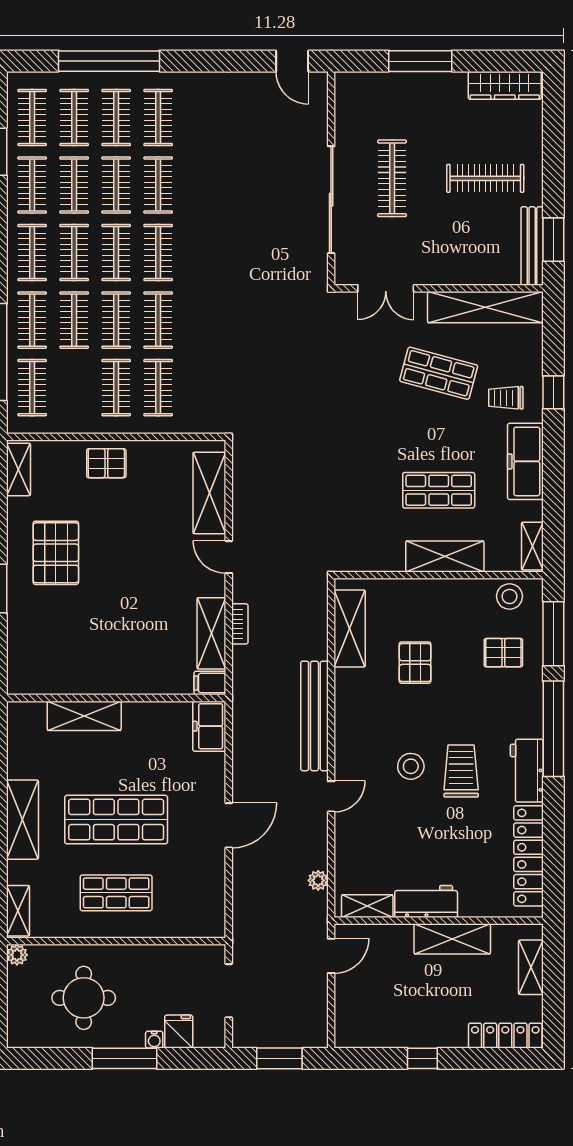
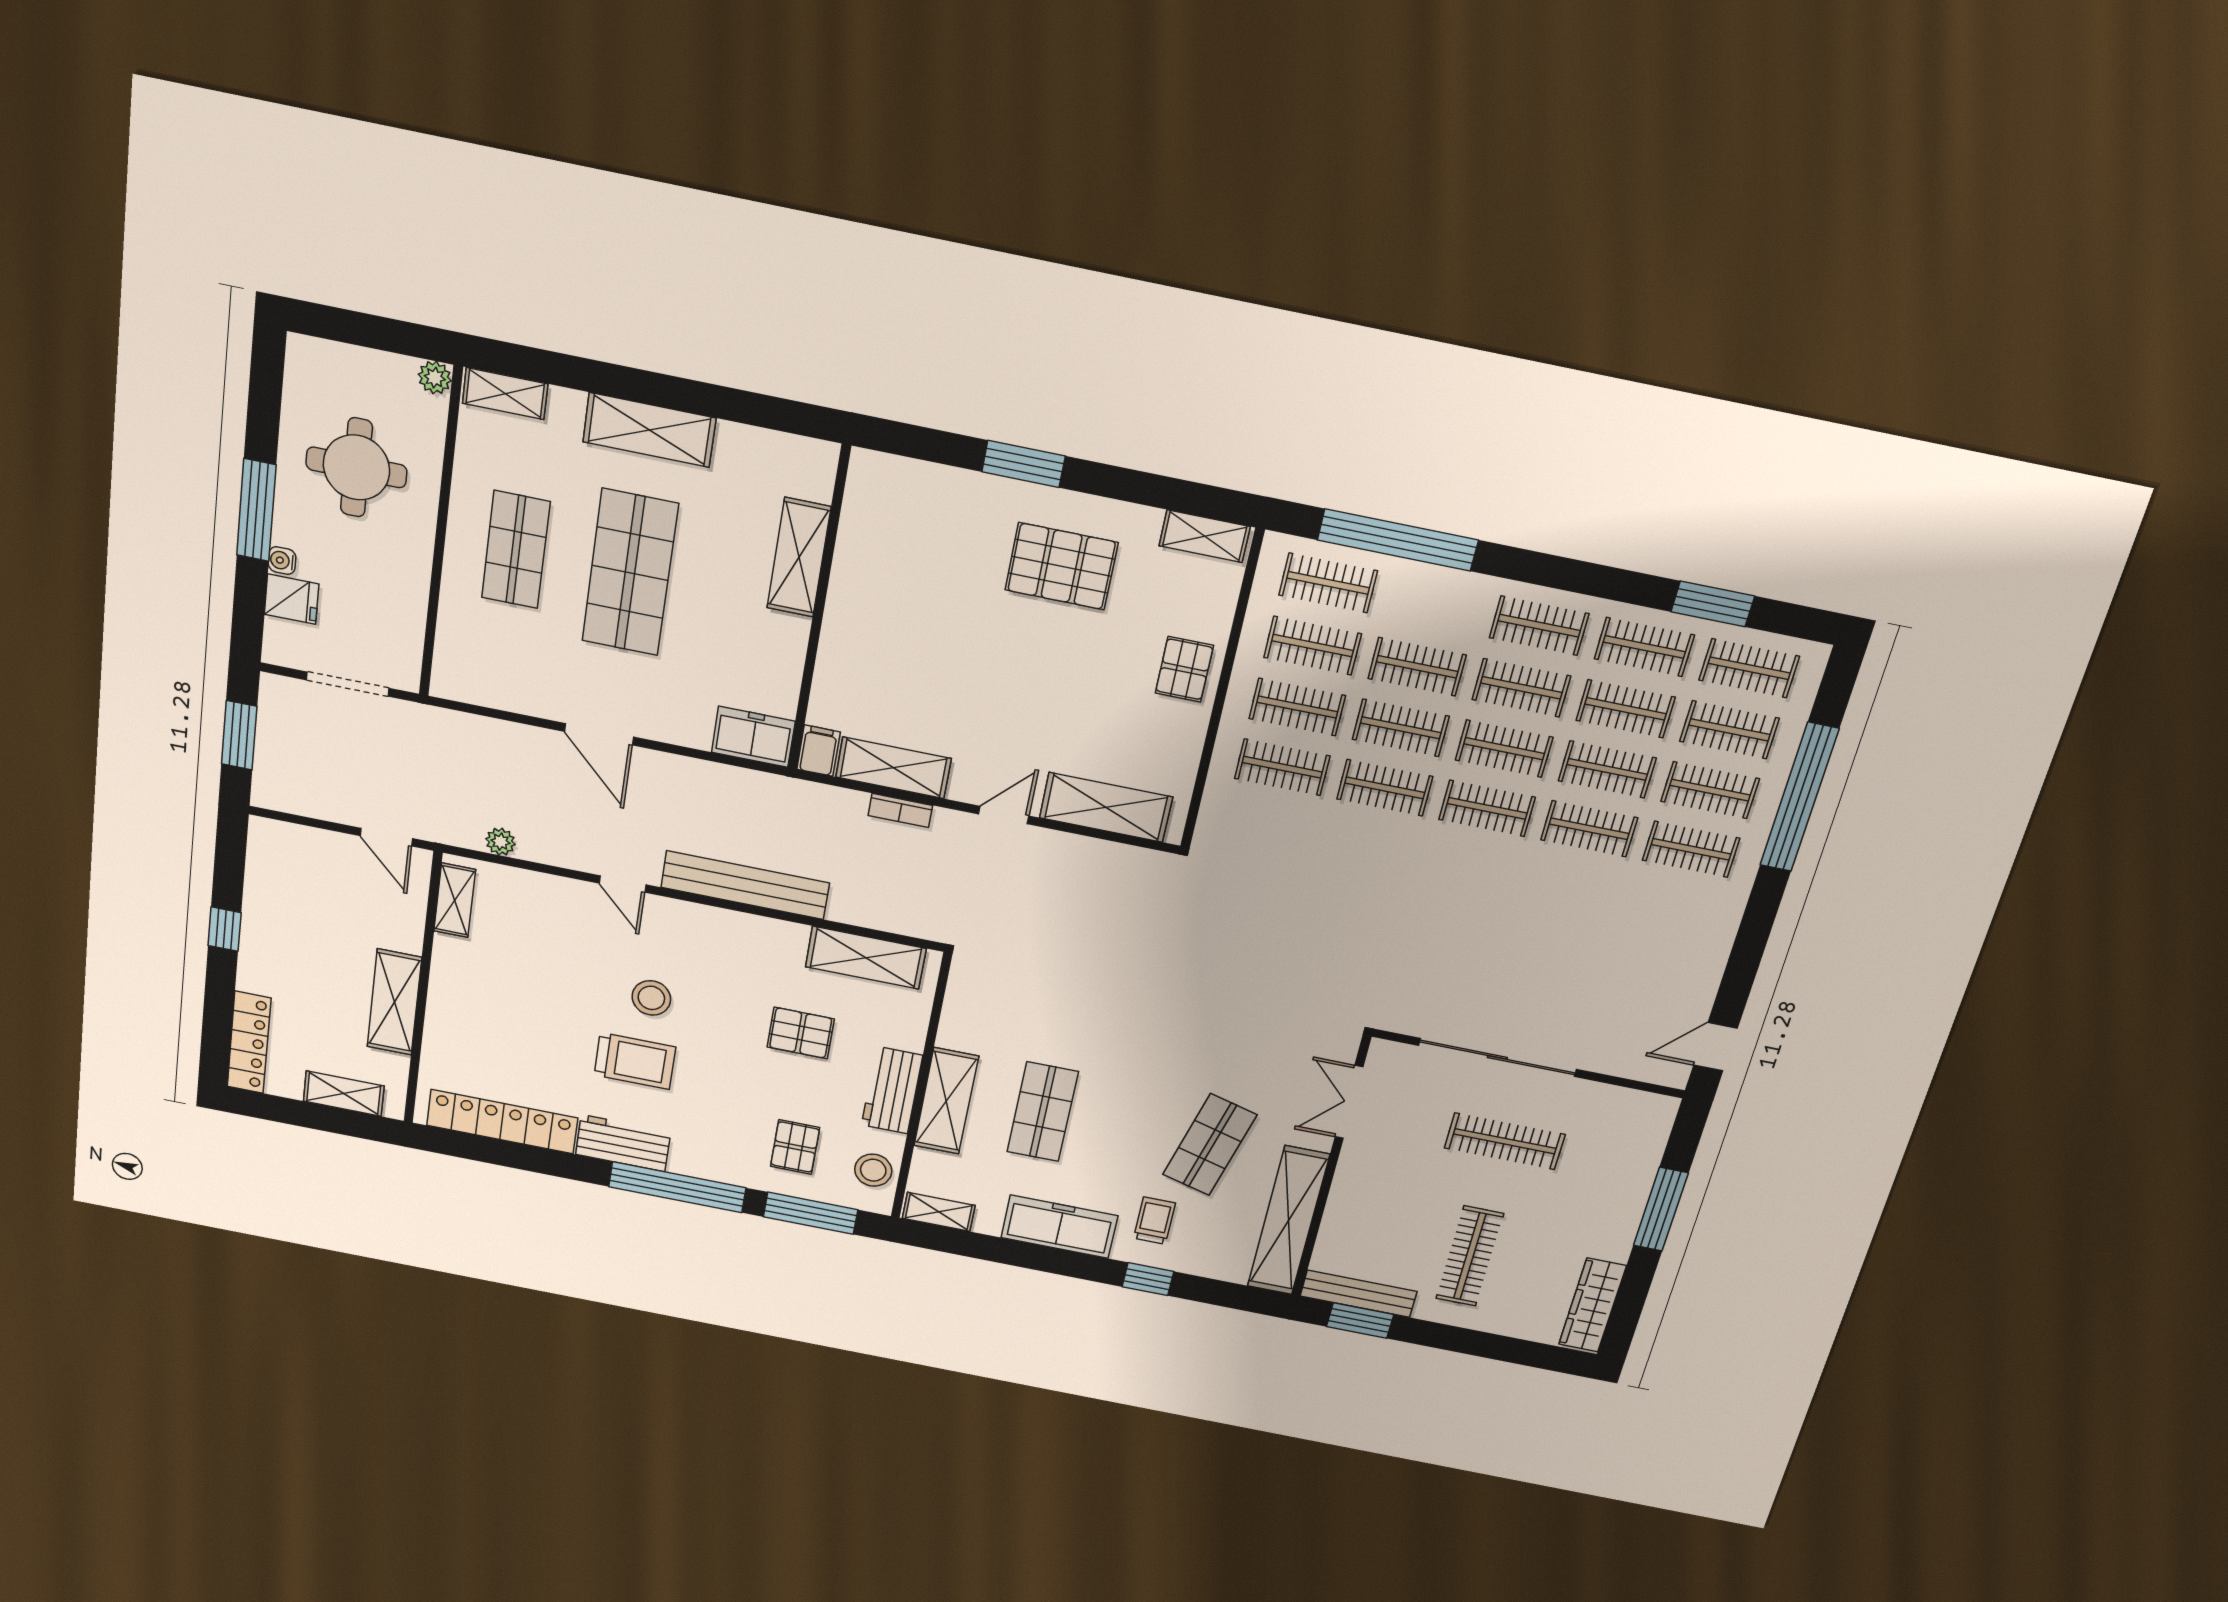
clothes rail: (32, 320) -> (1313, 646), moved
workbench: (426, 901) -> (892, 1090), moved, turned 180

